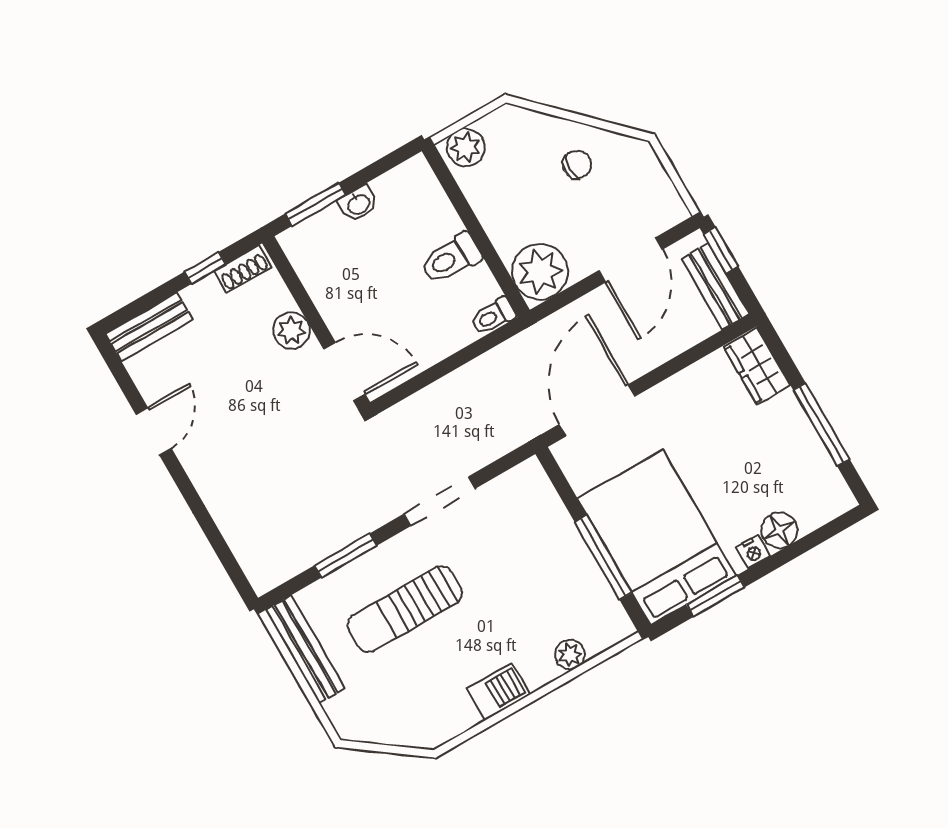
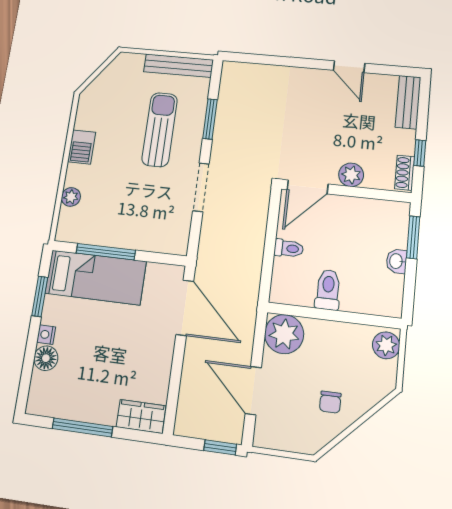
bench: (715, 286) -> (202, 428), removed
toilet: (493, 316) -> (289, 248), moved, turned 90
bed: (657, 537) -> (96, 277), width x0.67

